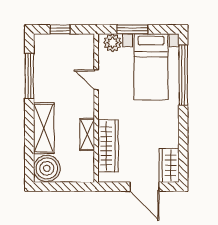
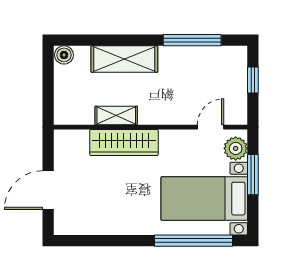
door: (96, 80) -> (211, 127), moved
wardrobe: (108, 146) -> (124, 143), moved
wardrobe: (169, 165) -> (76, 222), removed
boiler: (47, 168) -> (64, 55), width x0.54, depth x0.54

